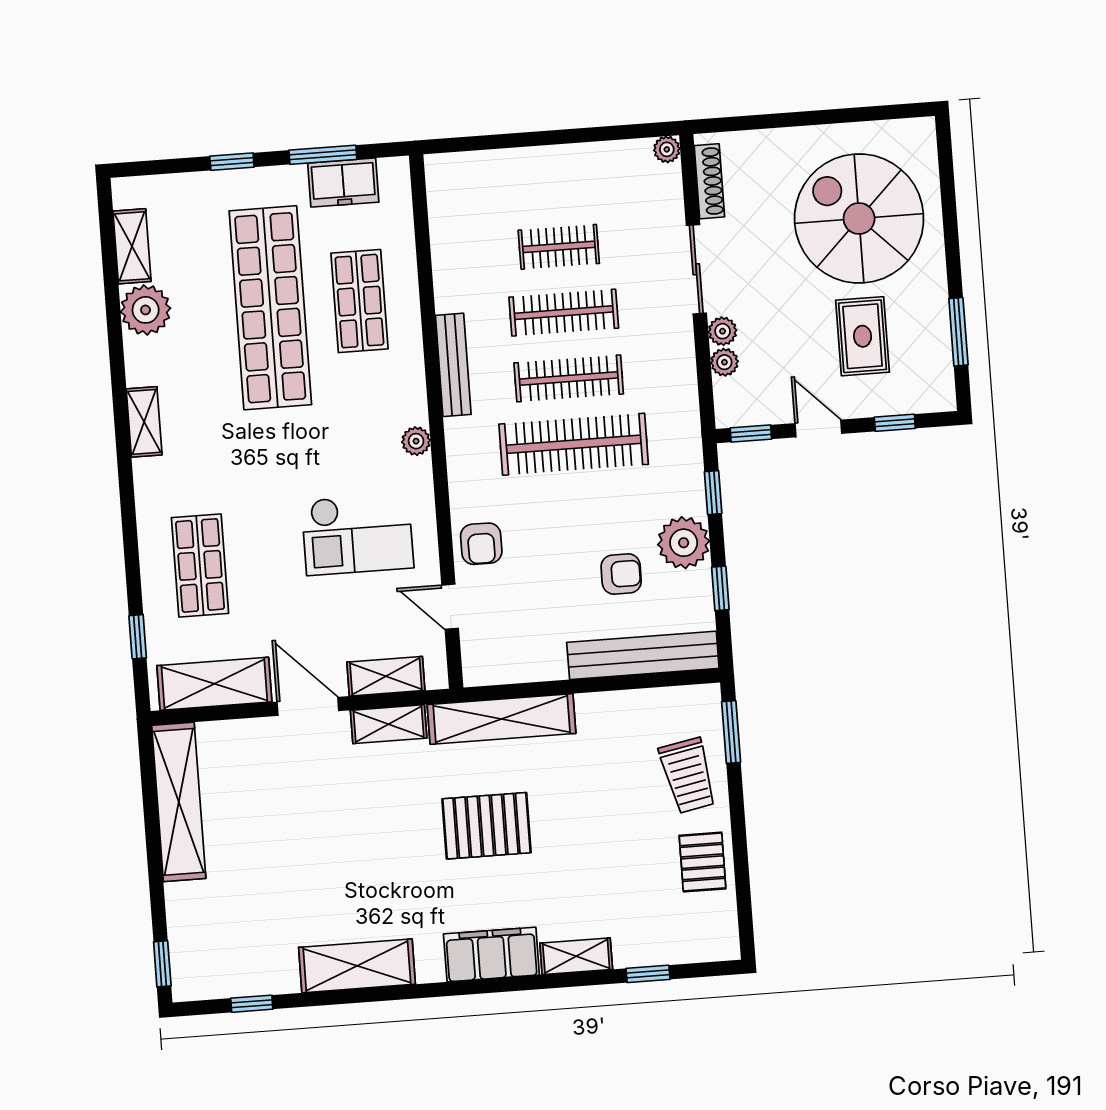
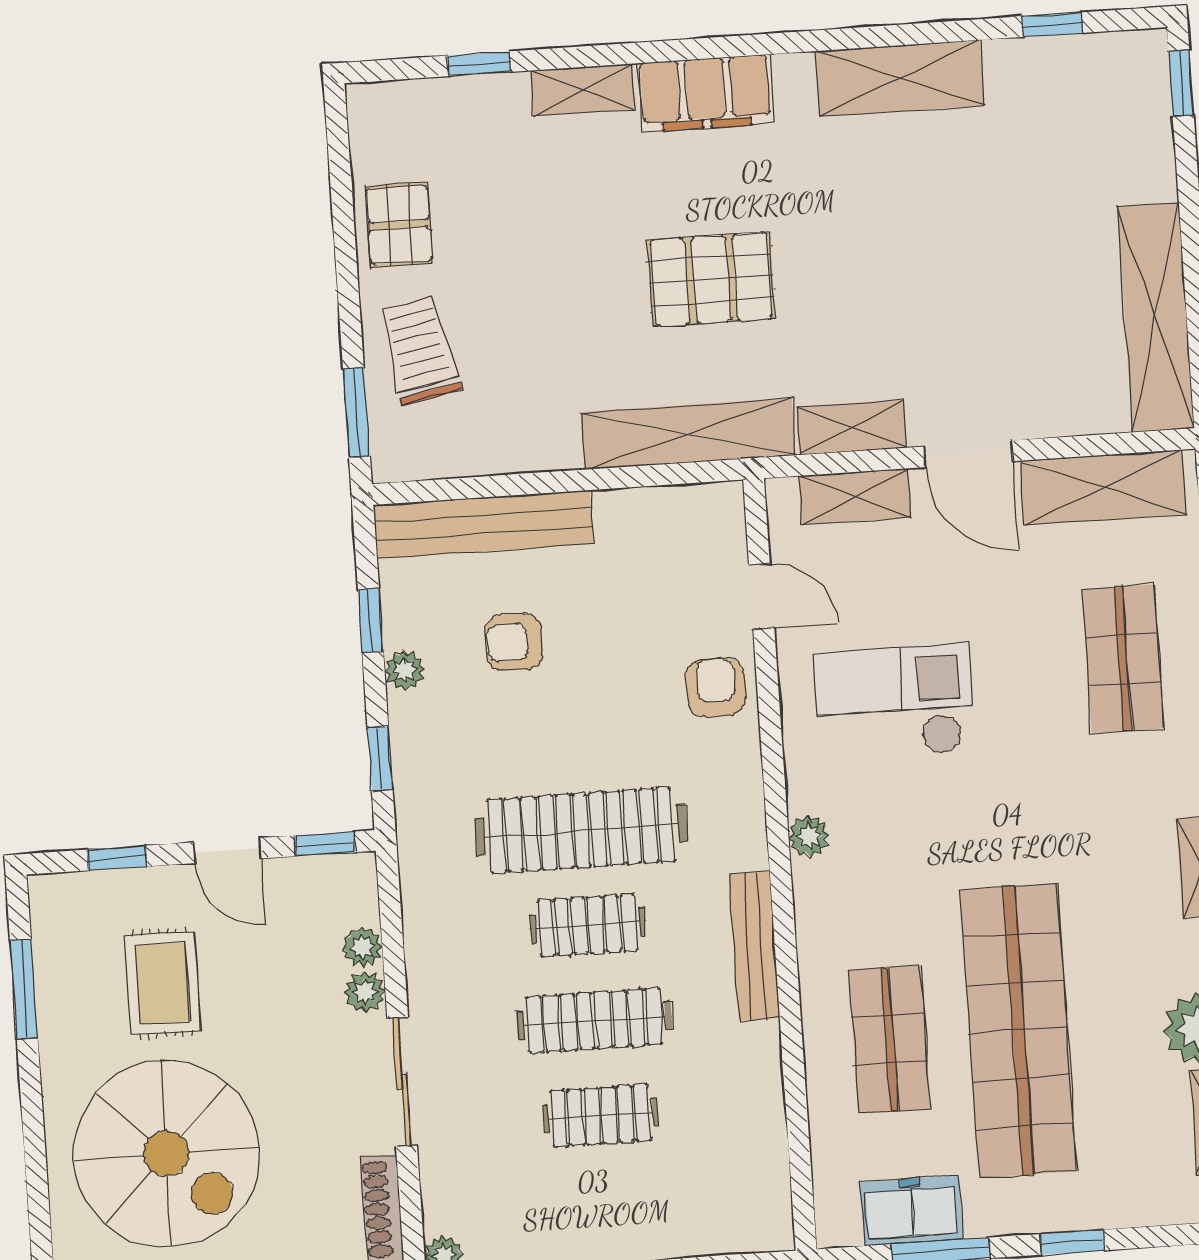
clothes rail: (569, 378) -> (588, 925), width x0.73
plant: (684, 543) -> (405, 670), width x0.53, depth x0.53

